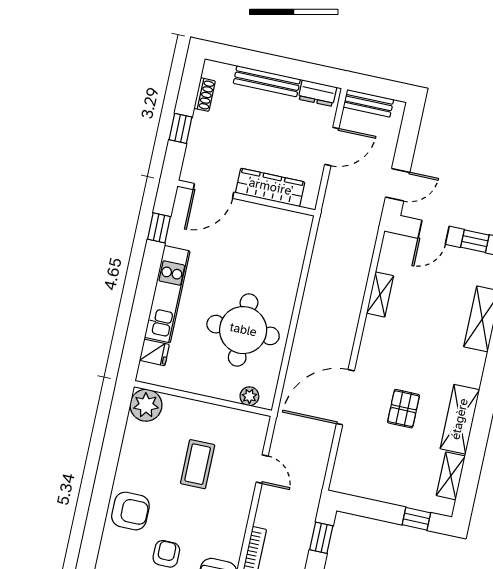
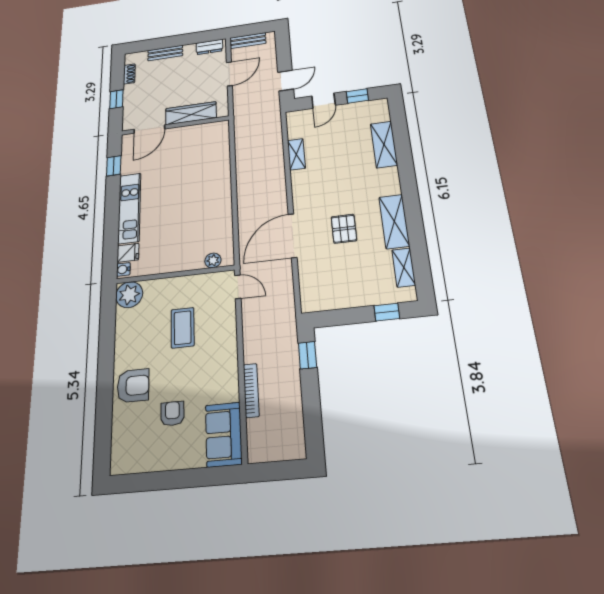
bench: (267, 81) -> (165, 53), width x0.73
round table: (243, 330) -> (195, 214), removed
water cooler: (145, 372) -> (123, 269), added
door: (262, 469) -> (238, 287), moved

